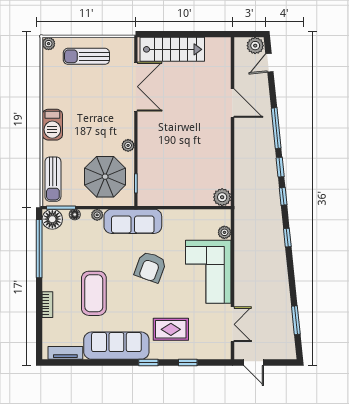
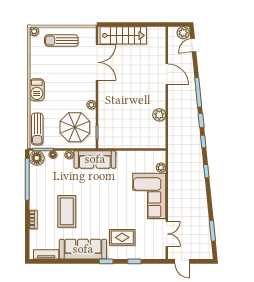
plant: (222, 197) -> (159, 115), moved
armchair: (150, 267) -> (107, 192), removed

